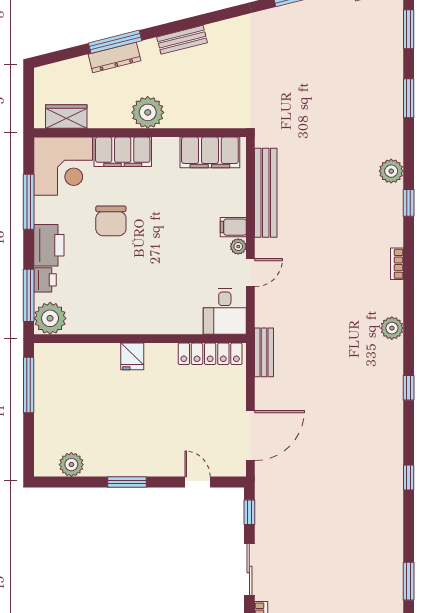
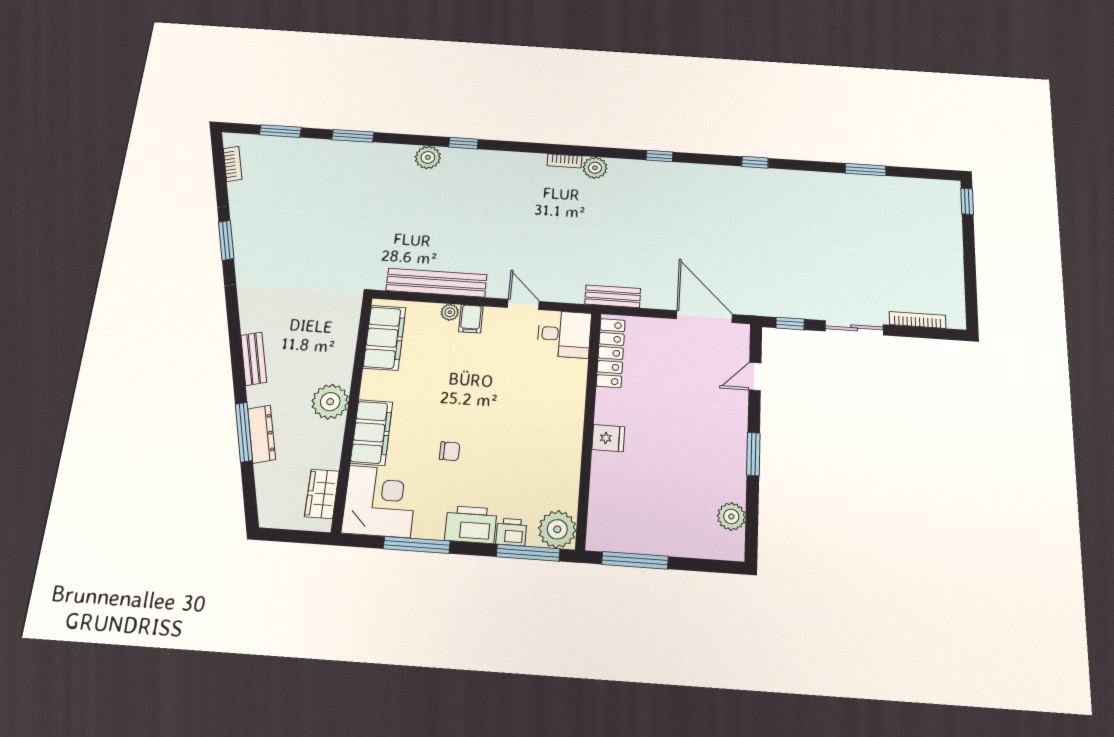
chair: (111, 221) -> (450, 451), width x0.54, depth x0.54
plant: (238, 247) -> (450, 312), moved
bookcase: (397, 264) -> (564, 161), moved

